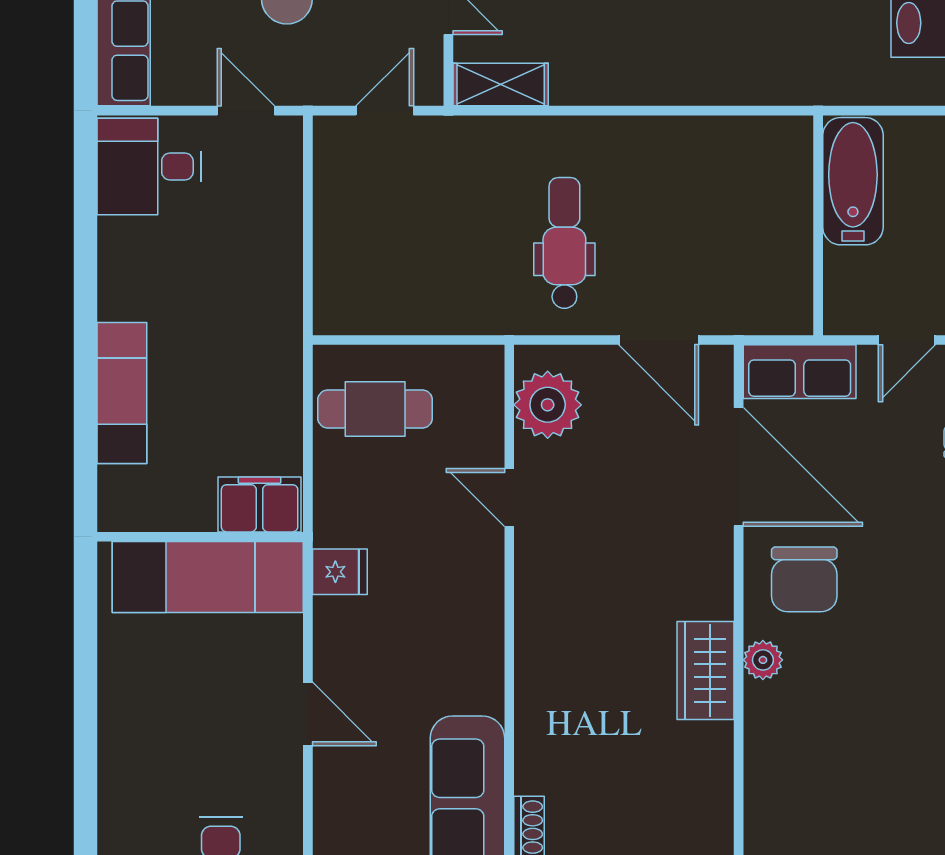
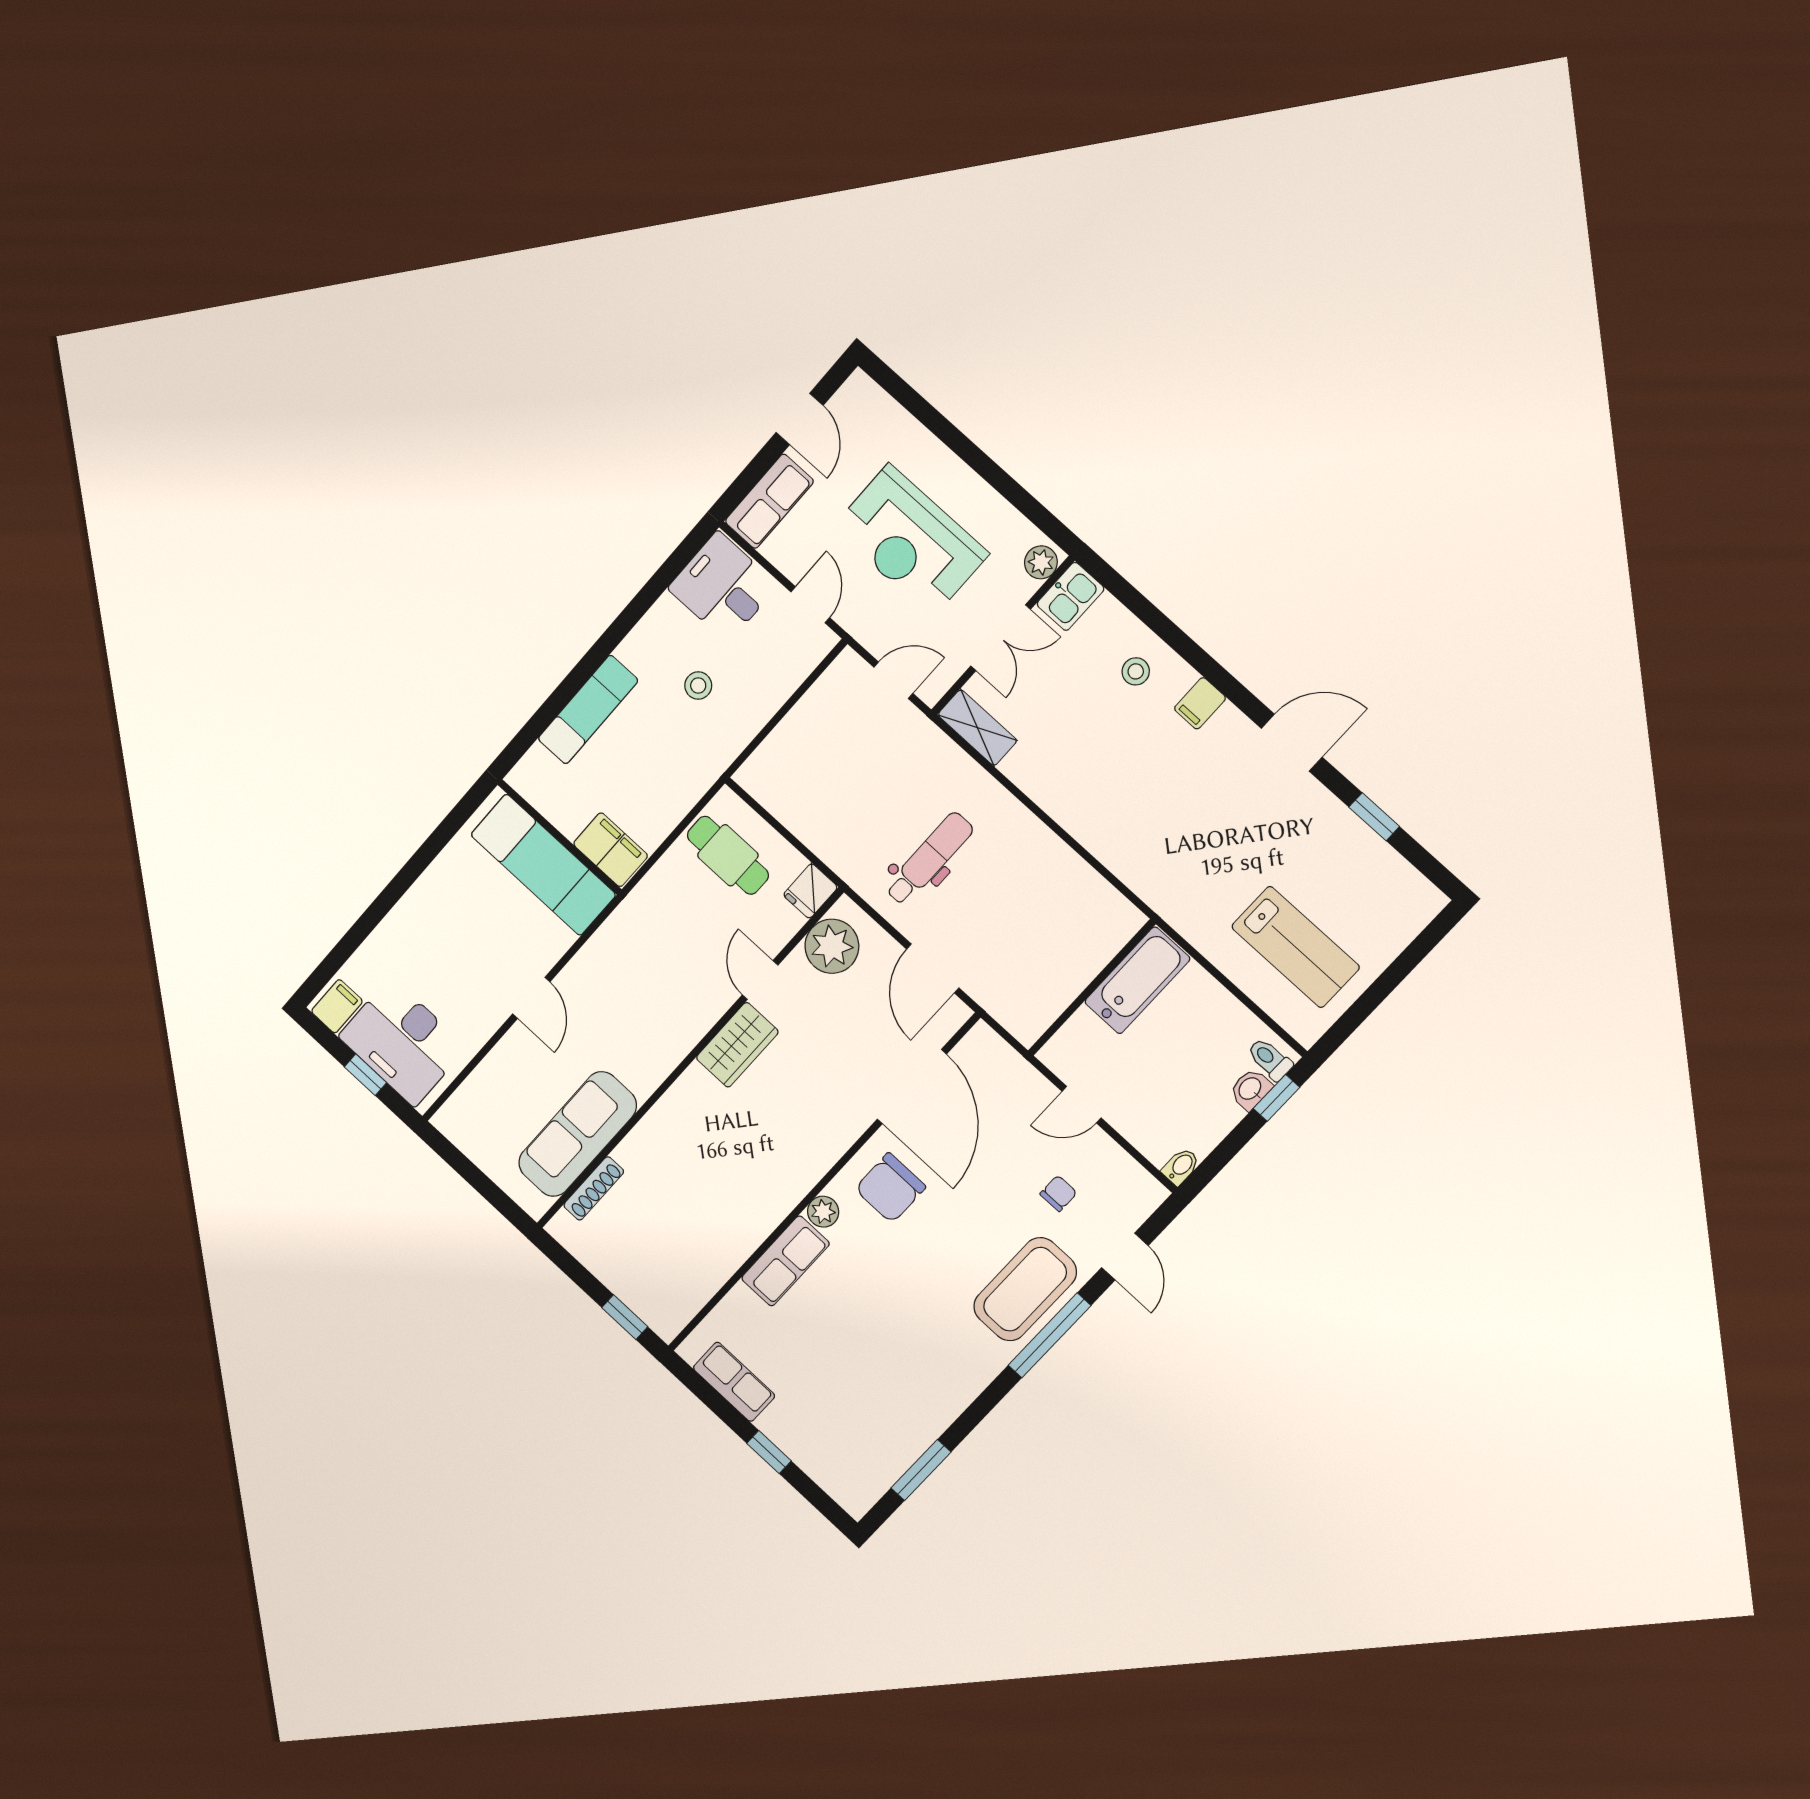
stool: (207, 277) -> (698, 685), added
row of seats: (800, 372) -> (785, 1261), moved, turned -90
fridge: (340, 572) -> (810, 891), moved, turned 90
wardrobe: (705, 671) -> (737, 1045), moved, turned 180

